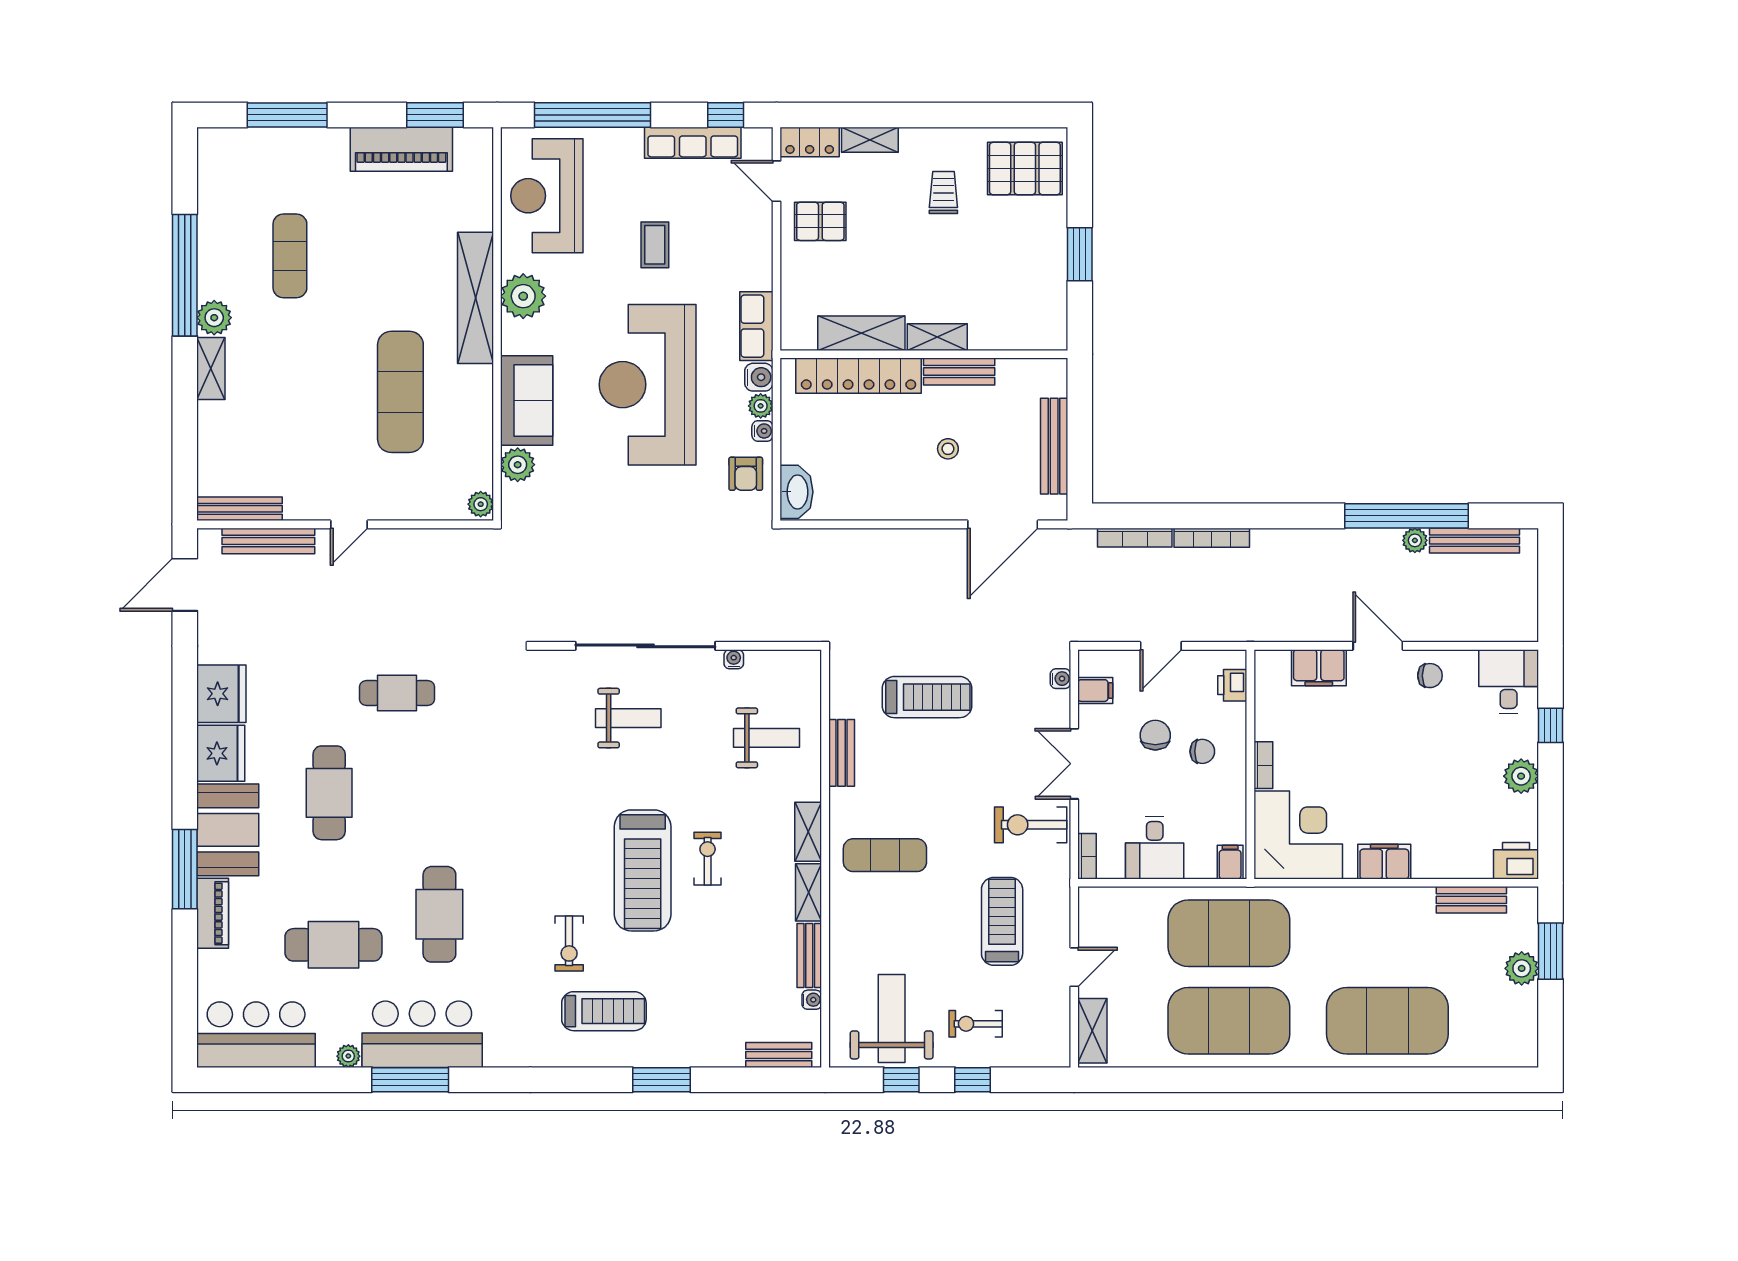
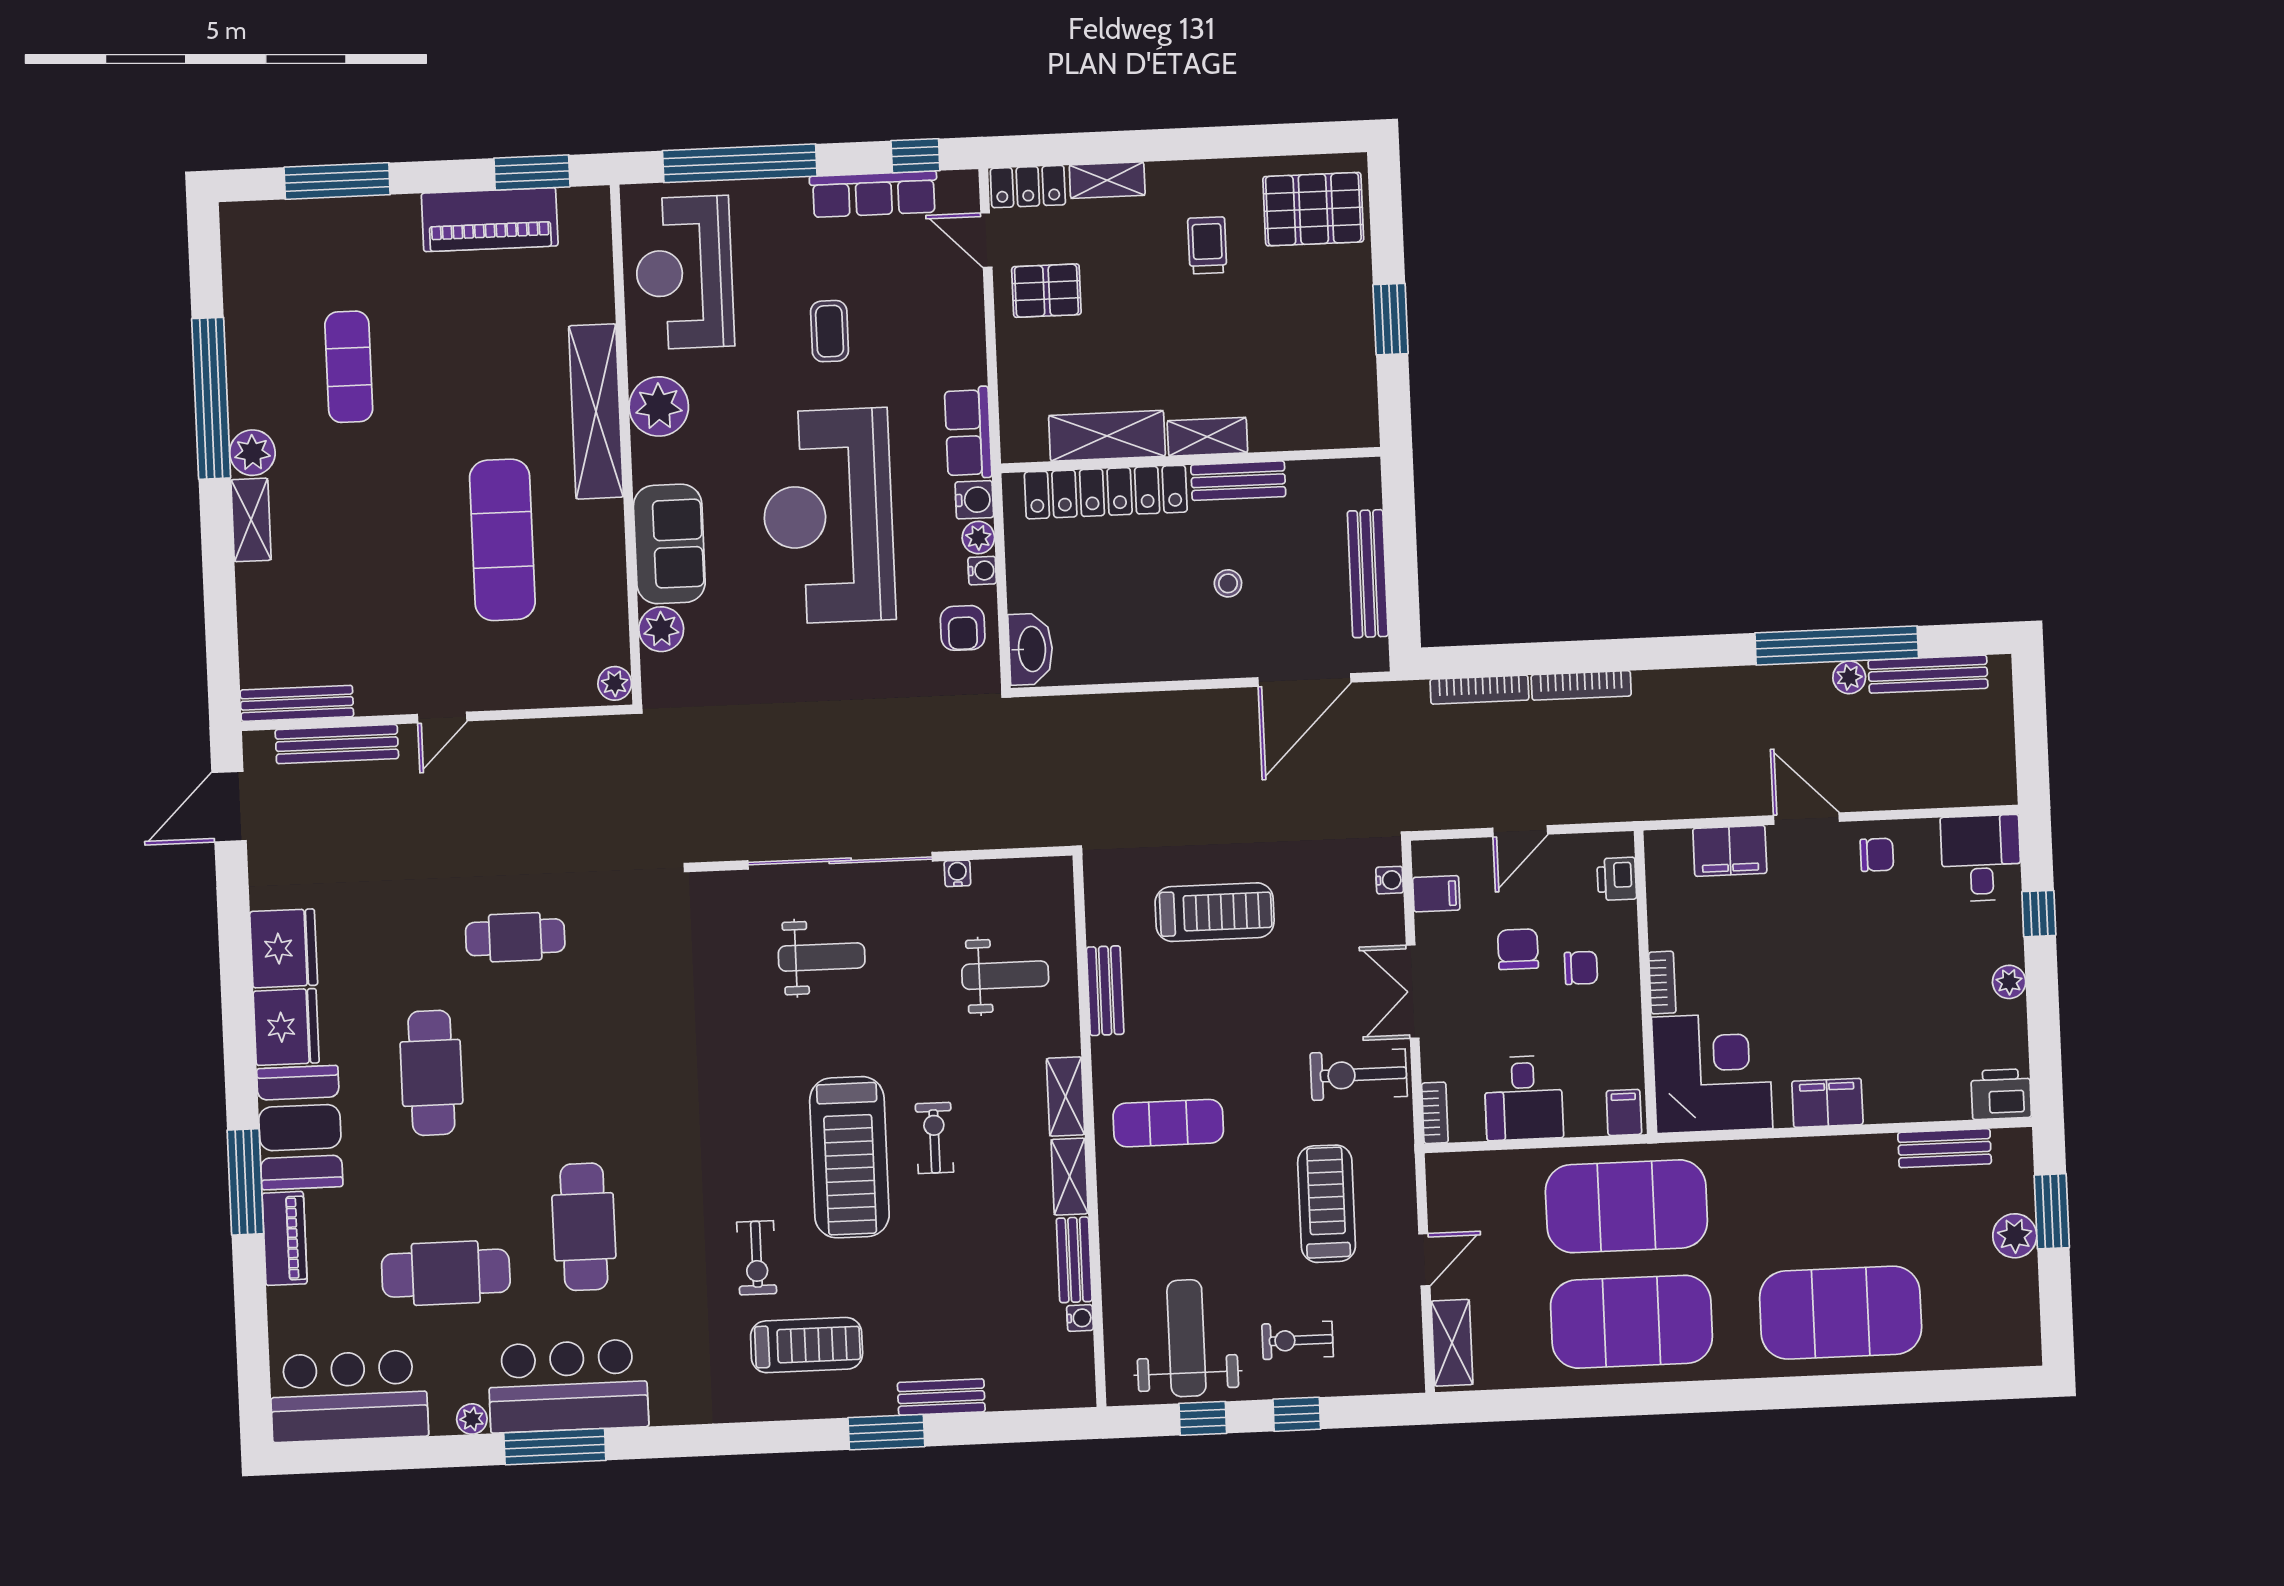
plant: (1521, 776) -> (2009, 982), width x0.73, depth x0.73
bench: (779, 1055) -> (941, 1397), moved

